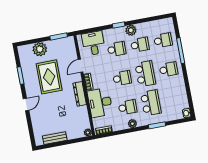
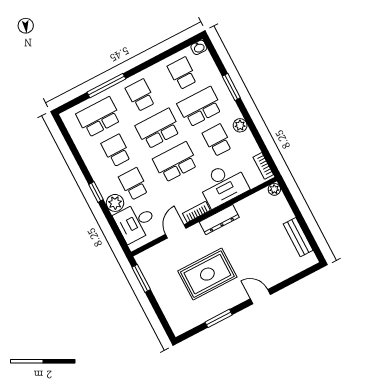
plant: (131, 30) -> (115, 203), moved
school desk: (163, 40) -> (99, 117), width x1.85
plant: (40, 49) -> (169, 301), removed
door: (81, 66) -> (176, 231), swing flipped
school desk: (122, 78) -> (175, 162), width x1.85
school desk: (174, 98) -> (182, 73), added

